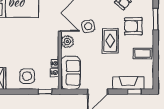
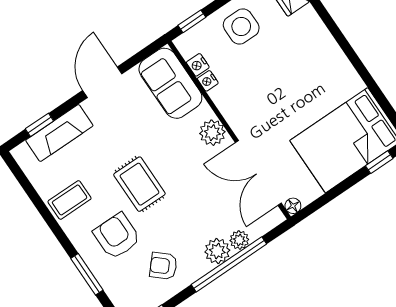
side table: (88, 26) -> (194, 183), removed
armchair: (133, 26) -> (117, 236), turned -90

